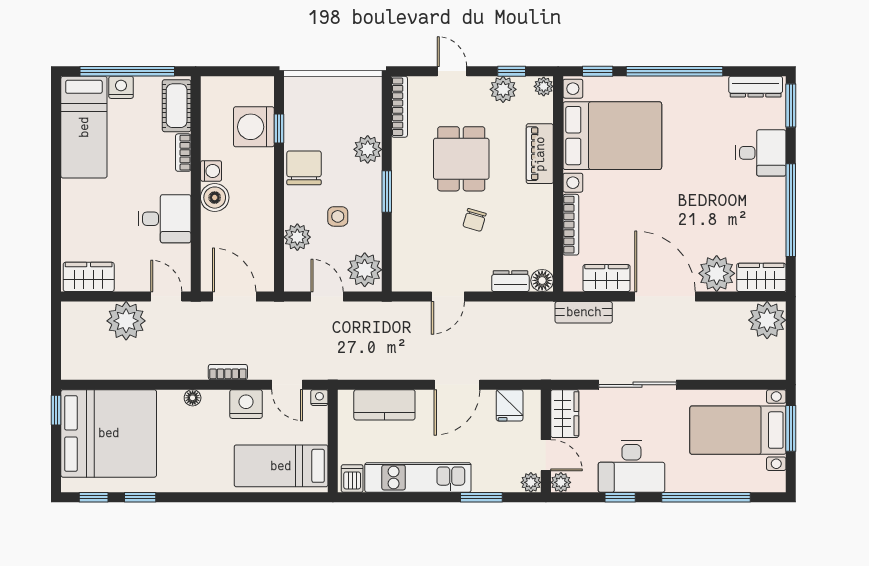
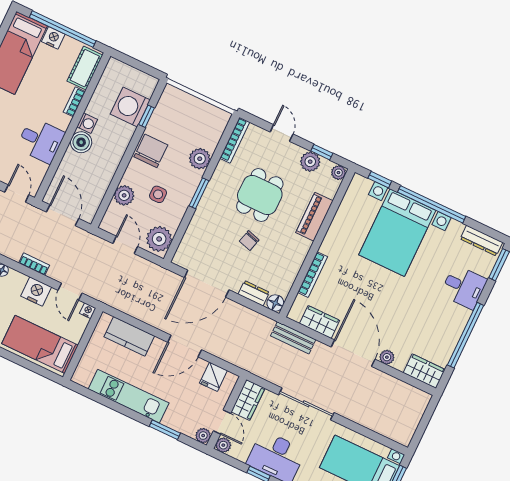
bed with nightstands: (612, 136) -> (397, 233), moved, turned 90
plant: (717, 273) -> (387, 357), width x0.53, depth x0.53
door: (448, 297) -> (207, 284), width x1.88
plant: (767, 320) -> (414, 402), removed
dishwasher: (352, 478) -> (84, 376), removed

